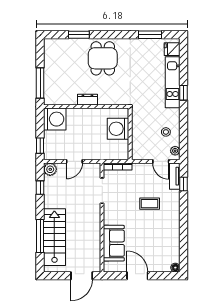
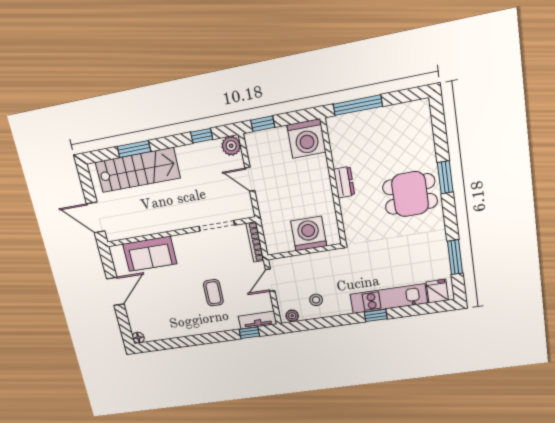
window: (79, 35) -> (445, 177), moved
door: (161, 161) -> (270, 280), moved
window: (40, 236) -> (134, 149), width x0.69

